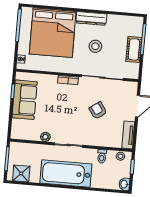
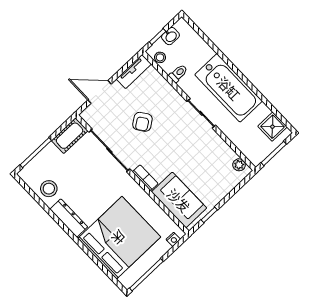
stool: (95, 46) -> (49, 189), moved
cot: (134, 49) -> (70, 136), moved
sofa: (25, 100) -> (179, 200), moved, turned 90
plant: (45, 137) -> (239, 165), moved
washbasin: (124, 184) -> (170, 36), moved

